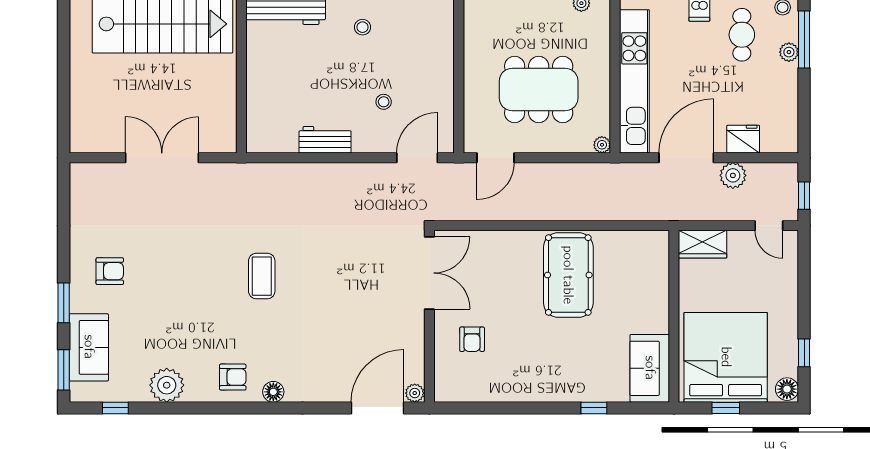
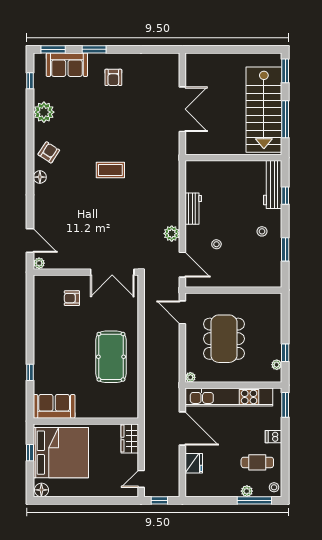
plant: (733, 175) -> (172, 234), moved
pool table: (568, 275) -> (111, 357), turned 90
window: (804, 353) -> (64, 500), removed
armchair: (233, 377) -> (49, 152), turned -147
door: (378, 408) -> (30, 241), width x0.73

